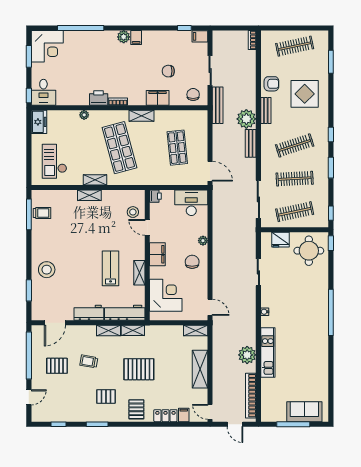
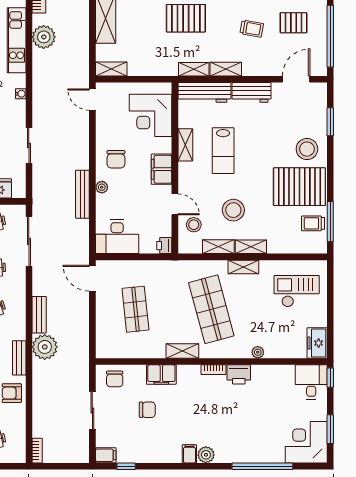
bench: (218, 105) -> (82, 194), moved
checkout: (54, 161) -> (297, 291), turned -90
shelving: (114, 195) -> (218, 247), added
stool: (103, 223) -> (233, 210), added
pallet: (52, 241) -> (299, 187), added

